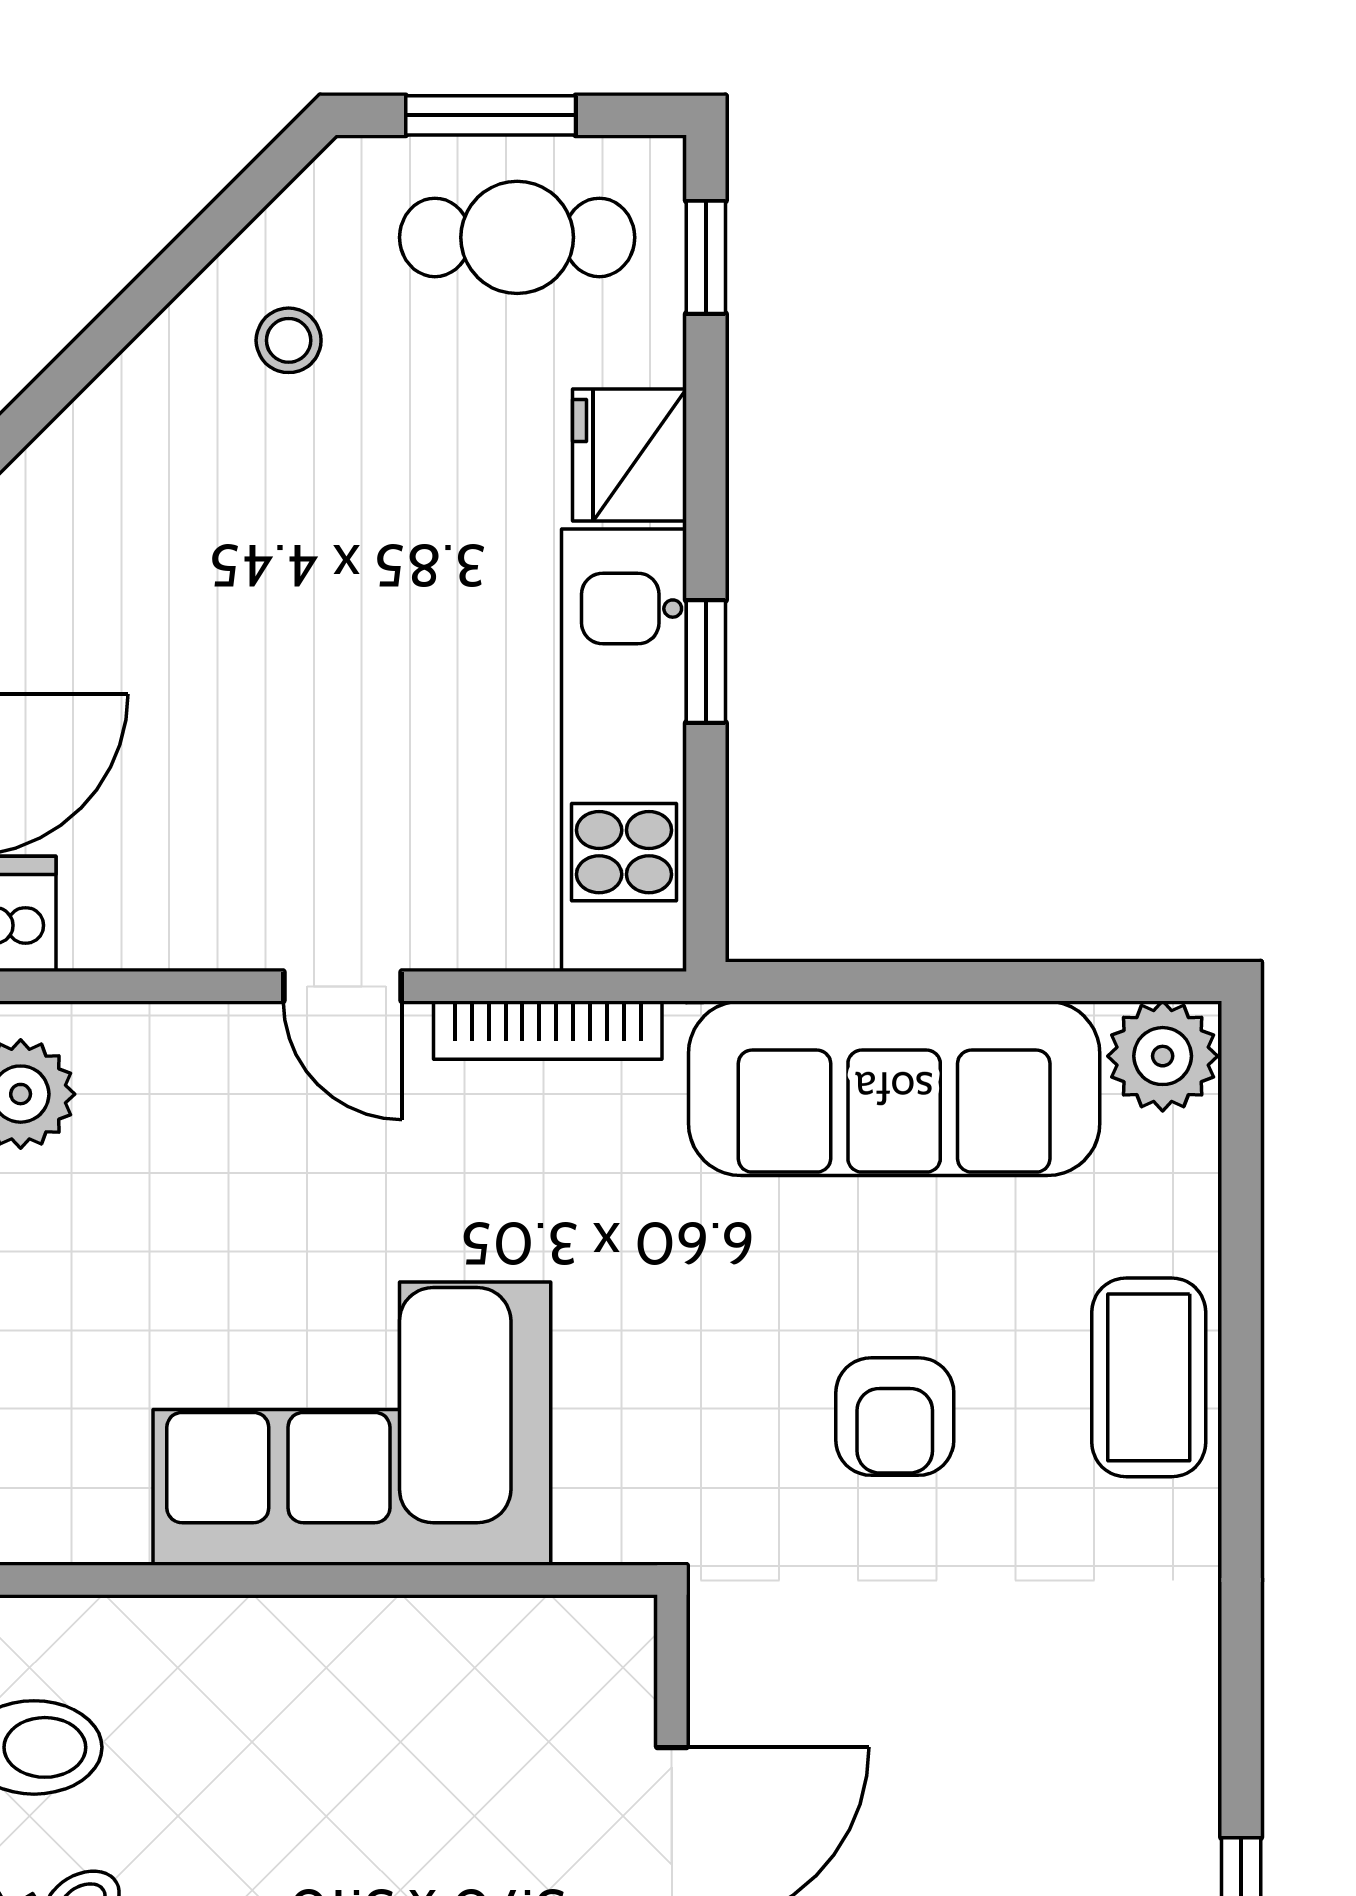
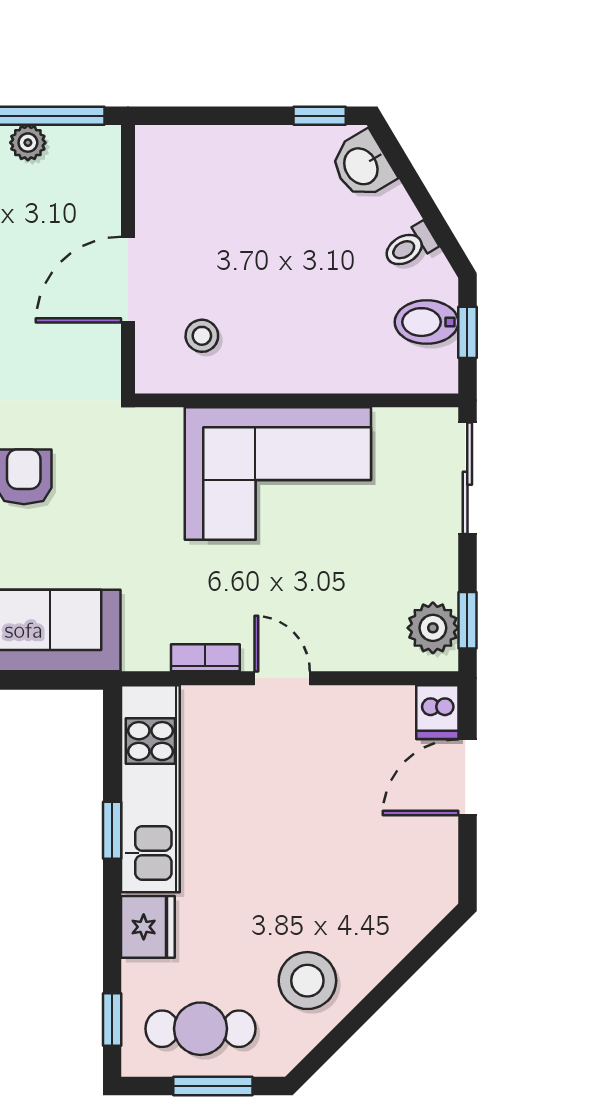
stool: (289, 340) -> (307, 981), width x1.89, depth x1.89
bookcase: (548, 1030) -> (205, 658), width x0.64
stool: (514, 1718) -> (202, 336), added

